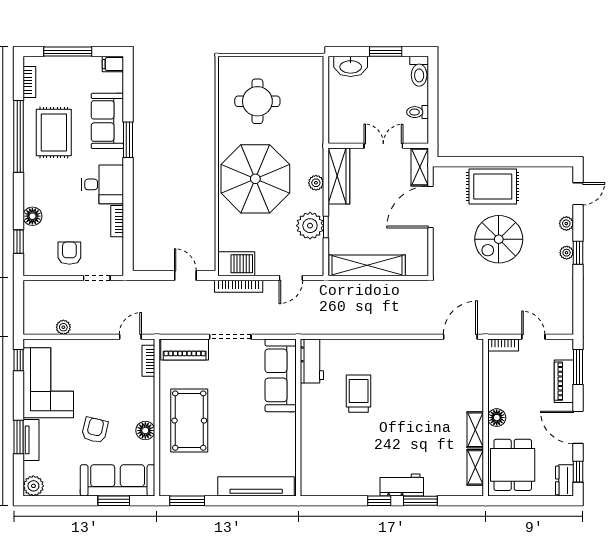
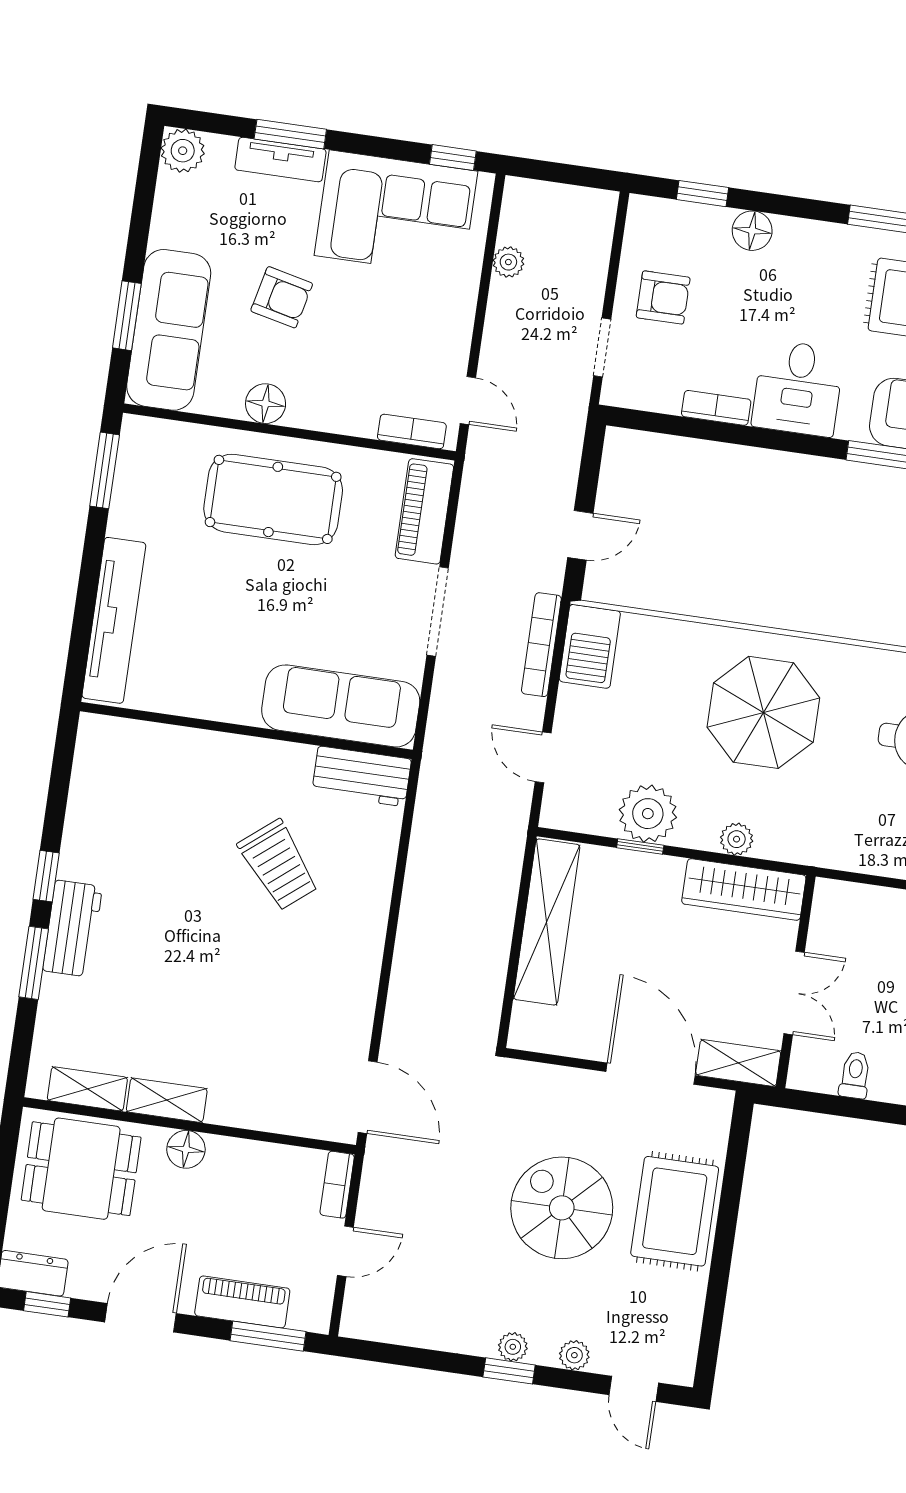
parasol: (255, 179) -> (763, 712), width x0.73, depth x0.73
trolley: (359, 394) -> (279, 865), turned 51

